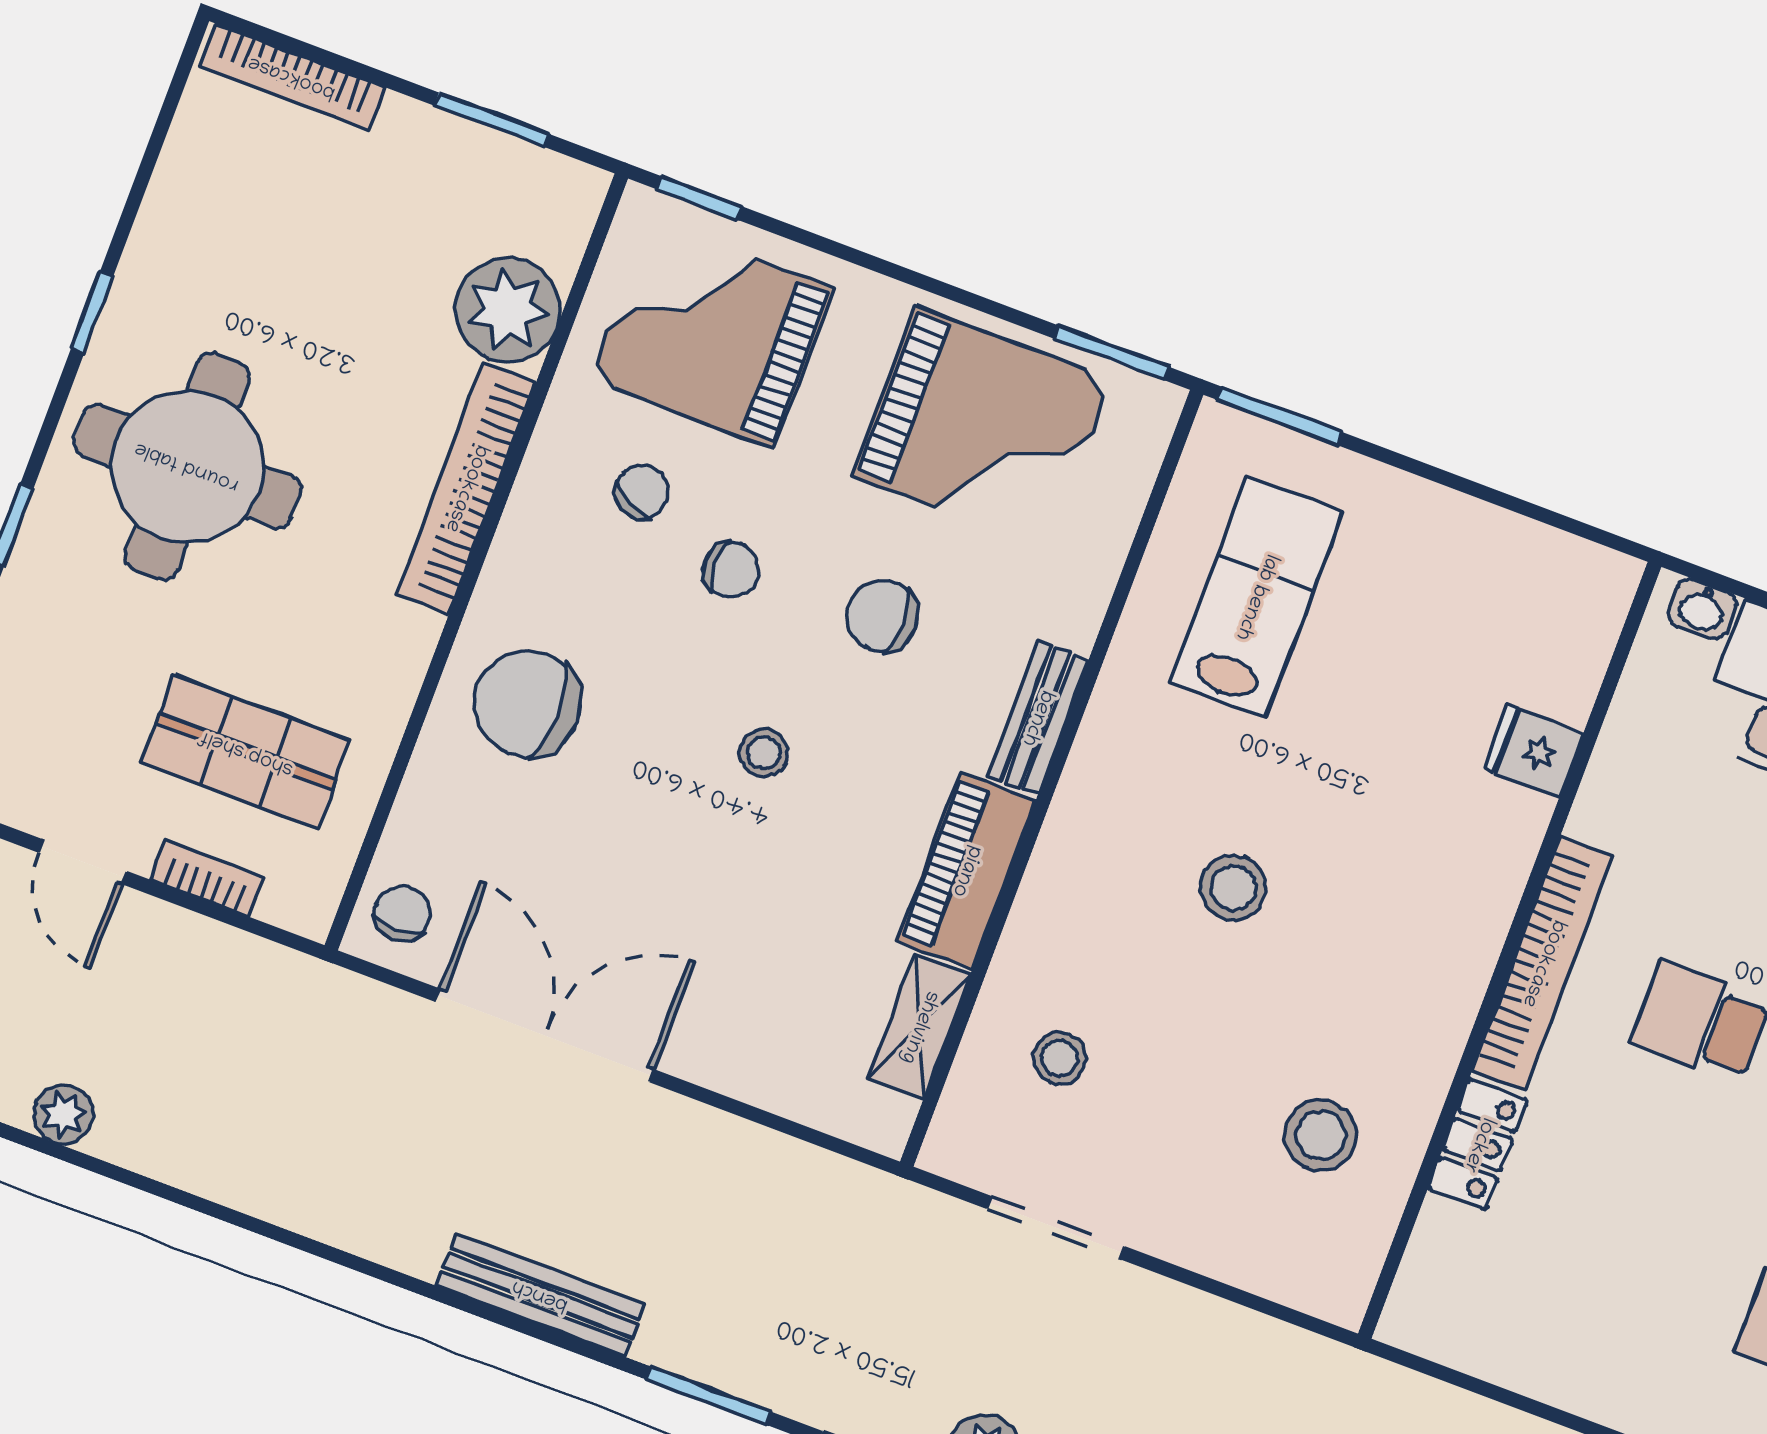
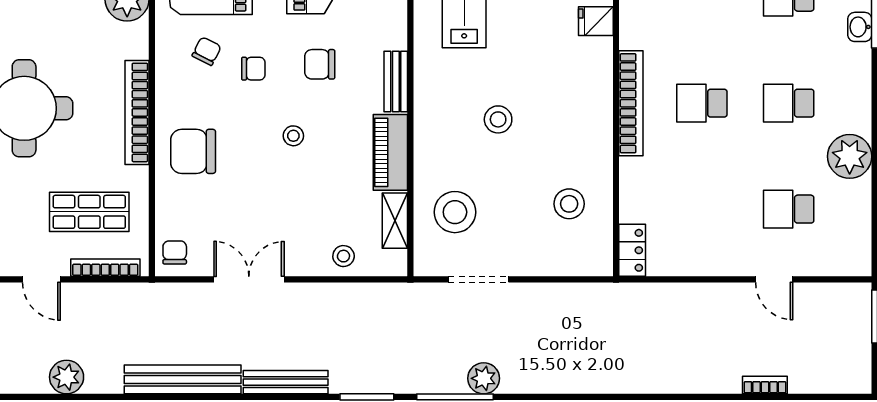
bookcase: (466, 488) -> (137, 112), moved
bookcase: (207, 879) -> (105, 268), width x1.56
double door: (545, 1036) -> (249, 279), width x0.73
stool: (1060, 1058) -> (455, 212), width x1.89, depth x1.89
stool: (775, 1063) -> (344, 256), added
plant: (63, 1114) -> (67, 377), width x1.38, depth x1.38
locker: (1478, 1145) -> (632, 250), moved
bench: (313, 1203) -> (183, 379), added

